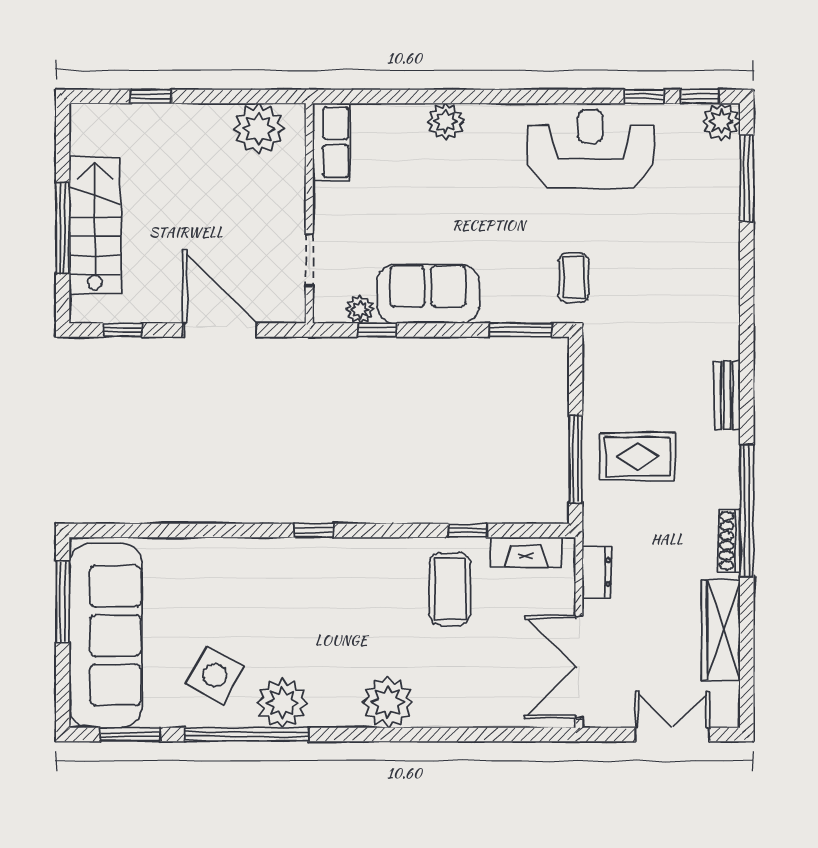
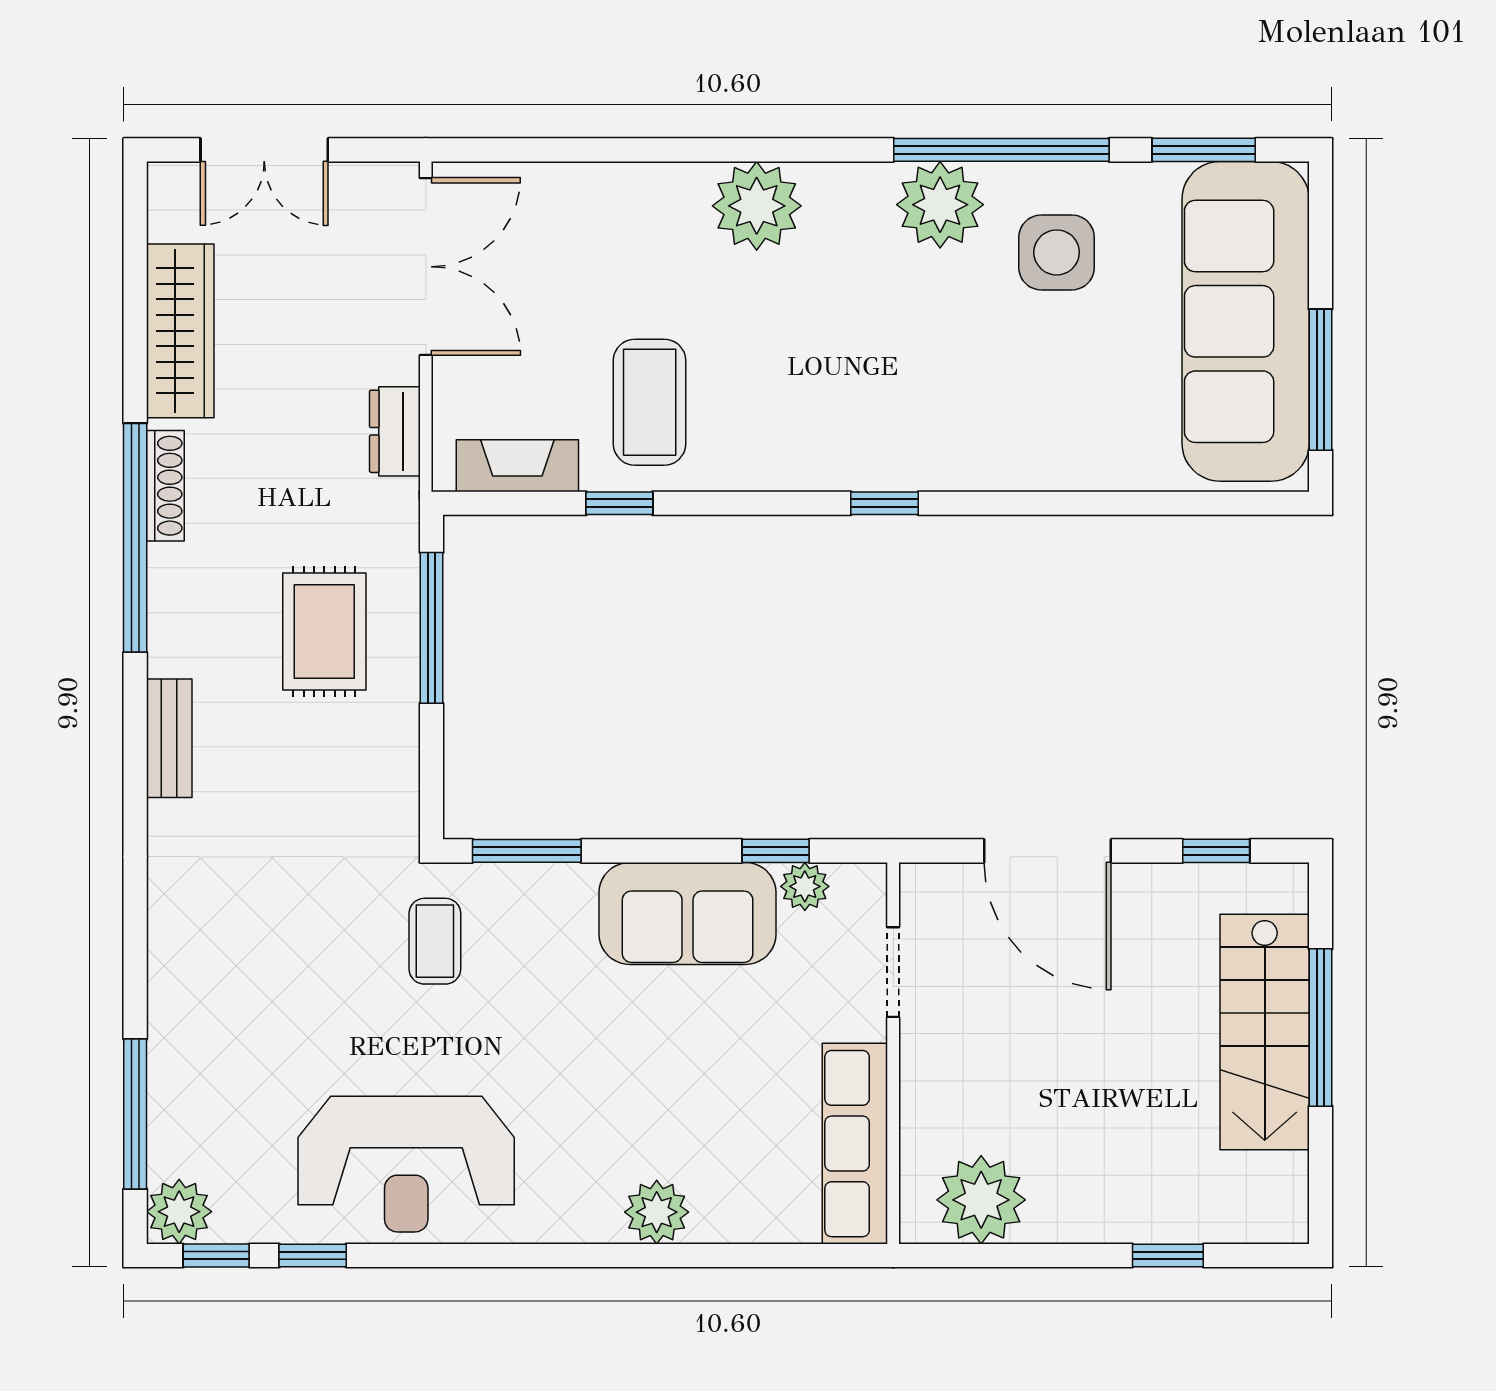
row of seats: (331, 142) -> (855, 1144), width x1.48
rug: (638, 457) -> (324, 631), turned 90
side table: (215, 675) -> (1057, 252), turned -30

